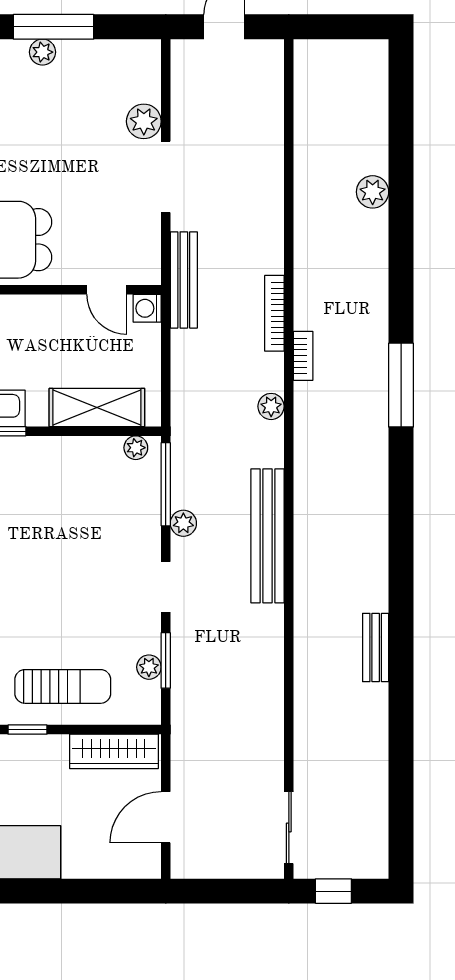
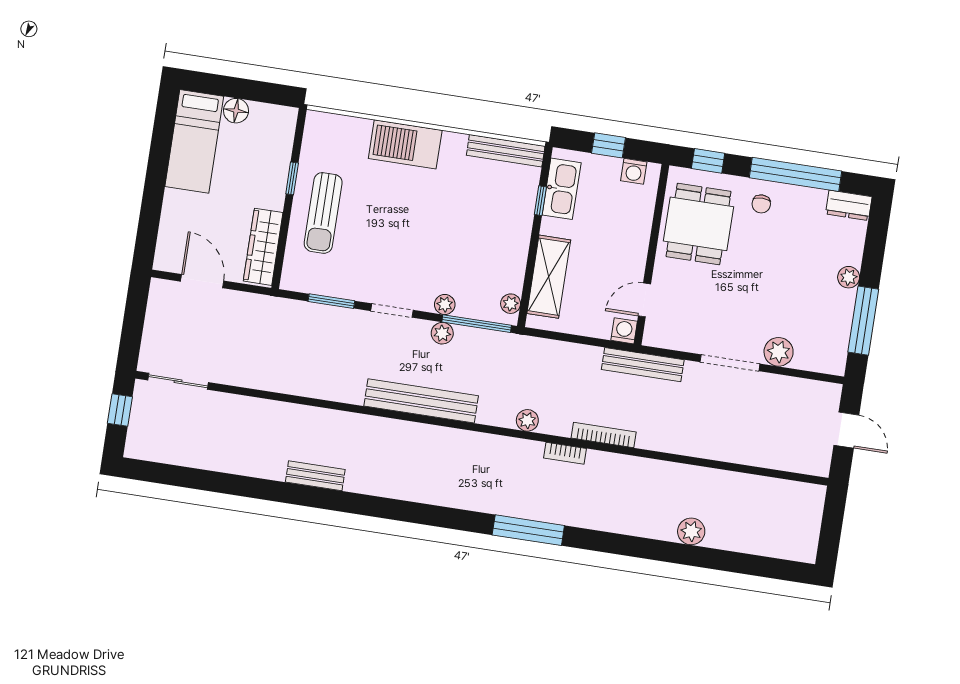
window: (53, 27) -> (863, 321), moved
plant: (149, 667) -> (445, 305), moved

